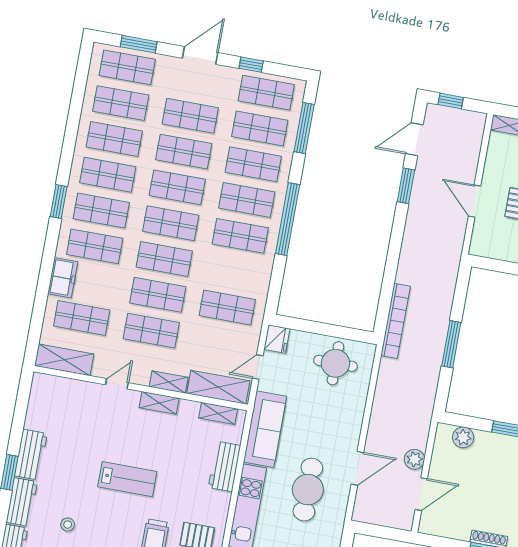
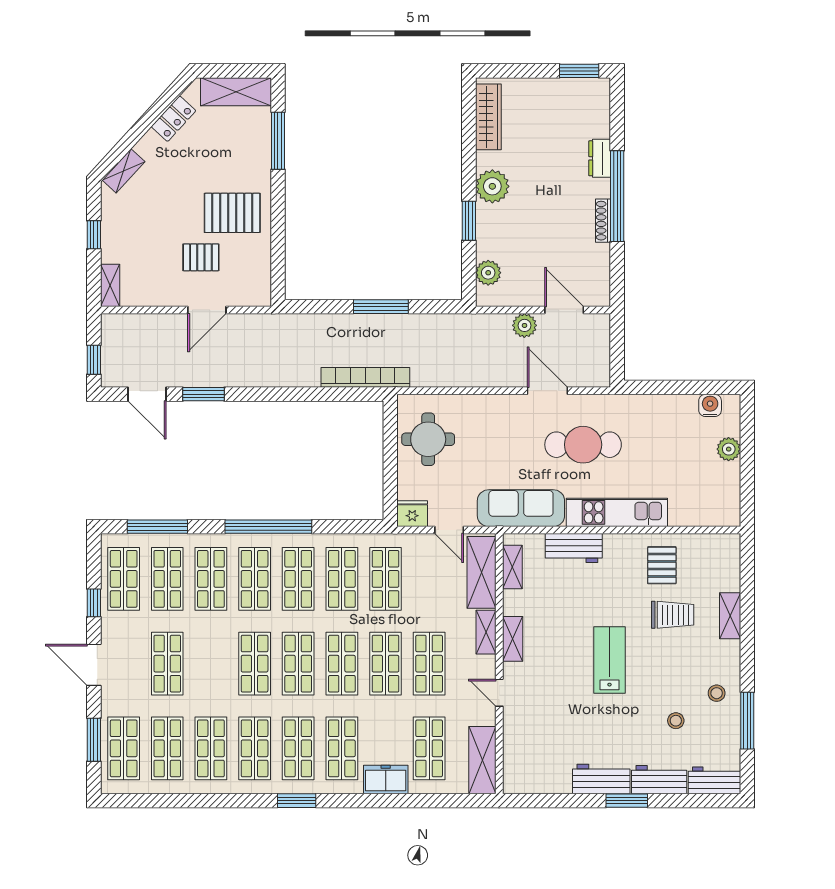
shop shelf: (184, 152) -> (342, 579), moved

